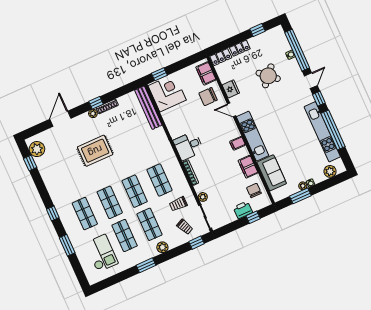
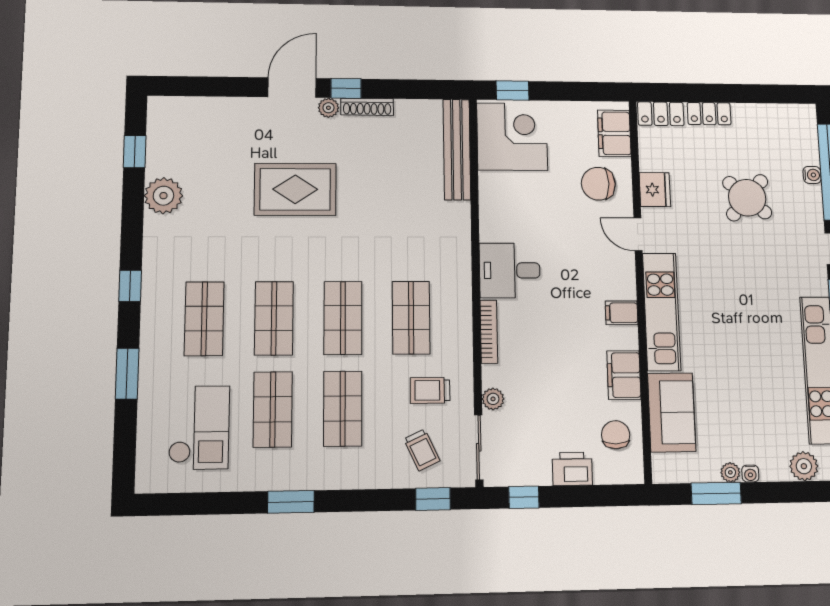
window: (258, 30) -> (762, 94), removed
door: (60, 119) -> (292, 88), moved
plant: (37, 149) -> (163, 196), moved
window: (253, 217) -> (524, 497), moved
plant: (162, 247) -> (349, 476), removed

